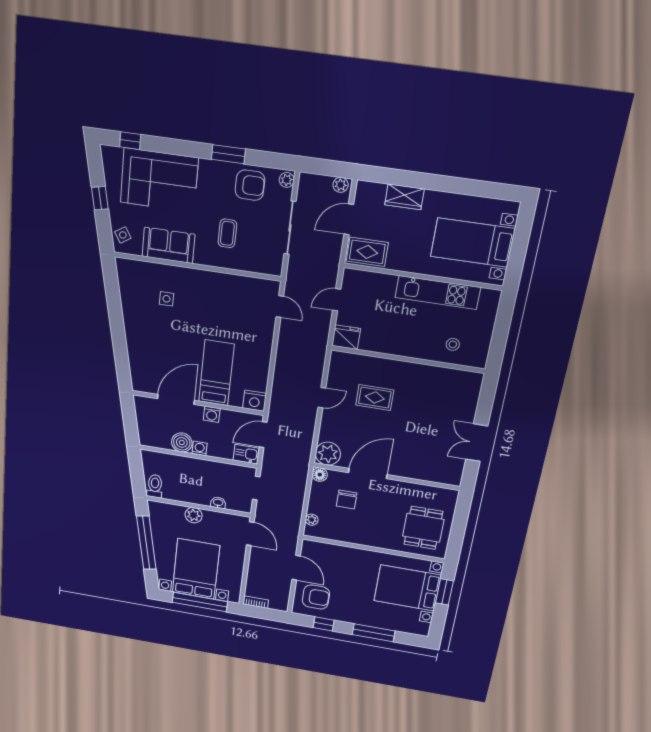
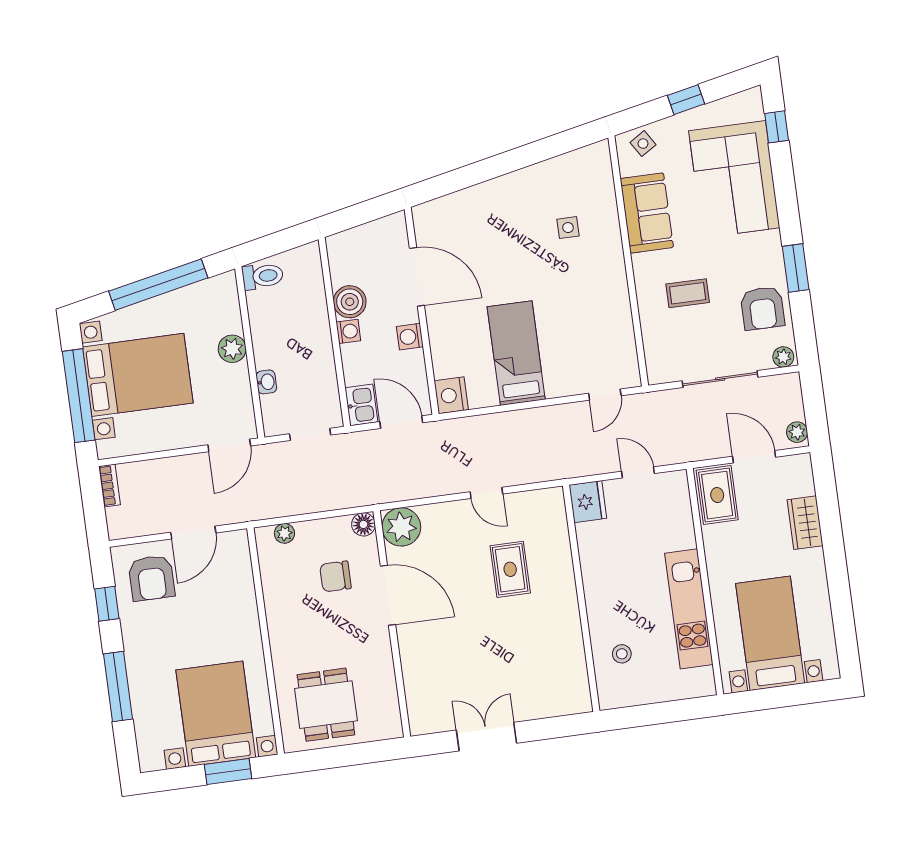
bed: (216, 373) -> (516, 353), moved, turned -90
dining table: (423, 528) -> (326, 705), turned 90

